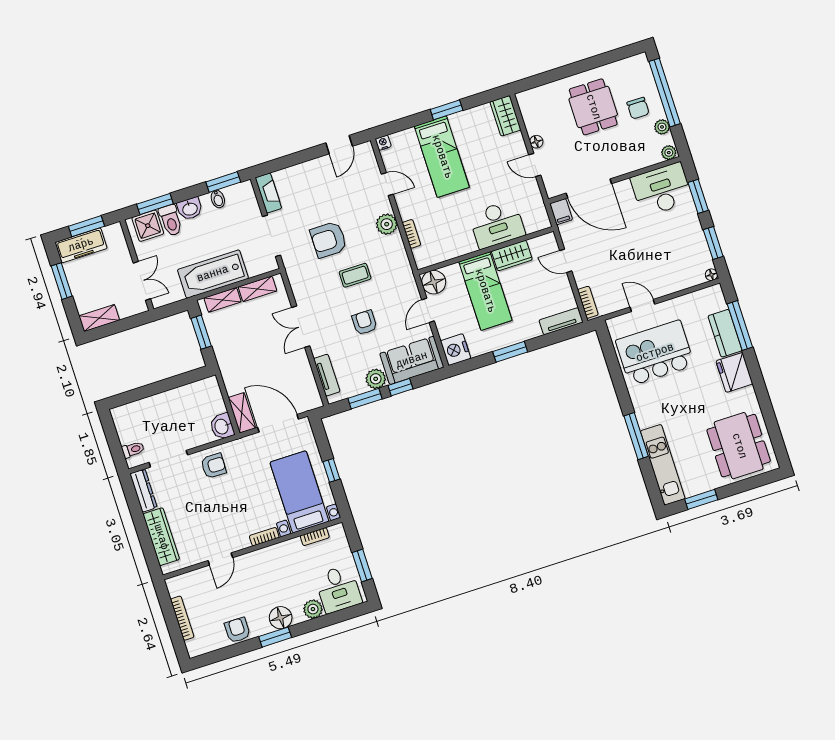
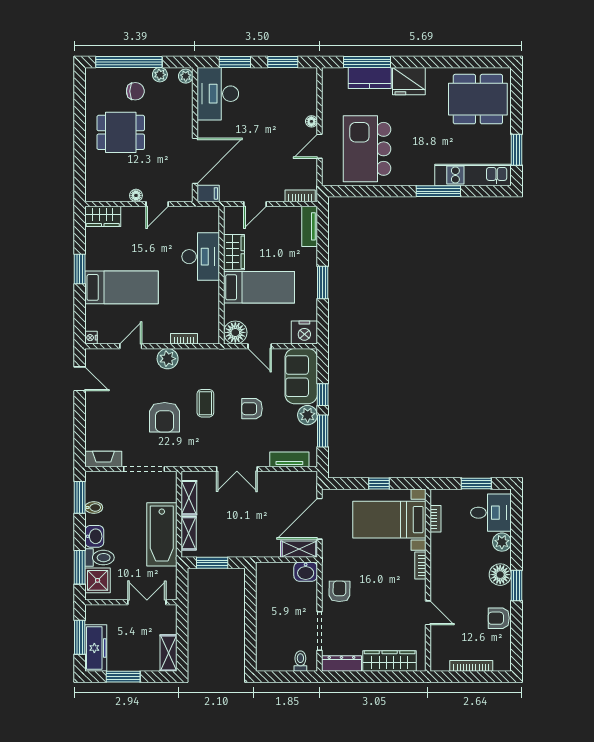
floor lamp: (711, 275) -> (311, 121), moved

